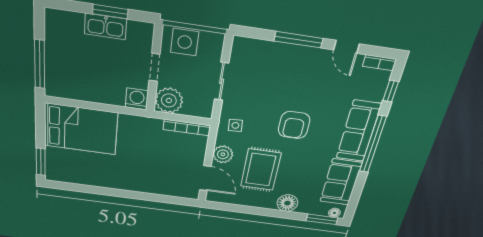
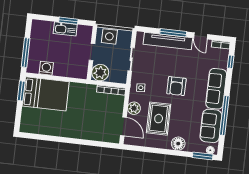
tv unit: (288, 54) -> (168, 41), added
washing machine: (137, 99) -> (46, 68), moved
window: (373, 144) -> (224, 115), moved
window: (41, 162) -> (21, 91), moved

